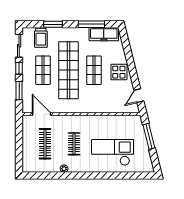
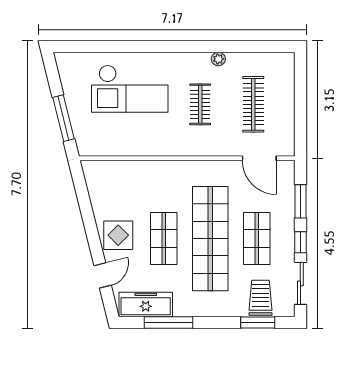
window: (53, 24) -> (258, 323), moved
door: (139, 96) -> (103, 275), moved

